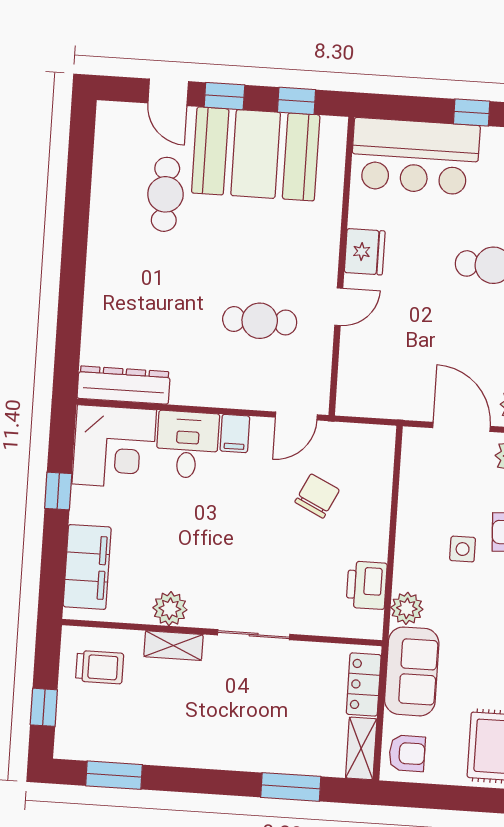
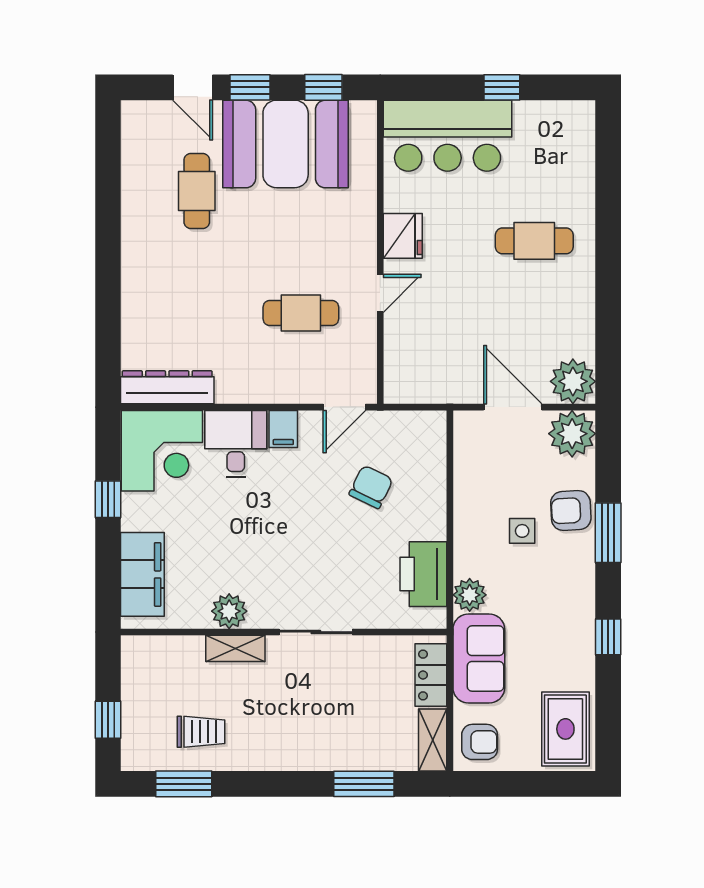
printer: (367, 585) -> (423, 574), width x1.37, depth x1.19
trolley: (100, 667) -> (201, 732), moved

